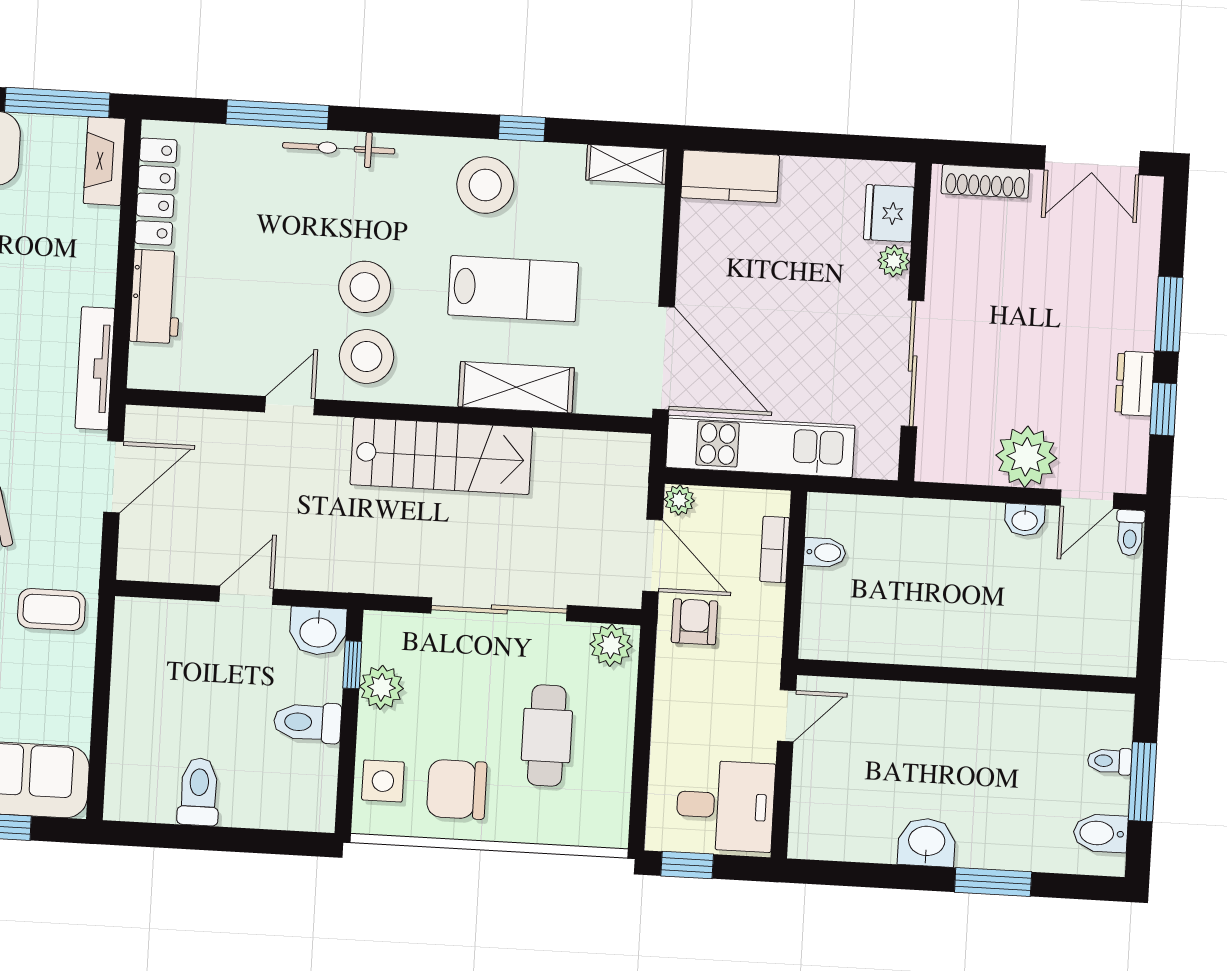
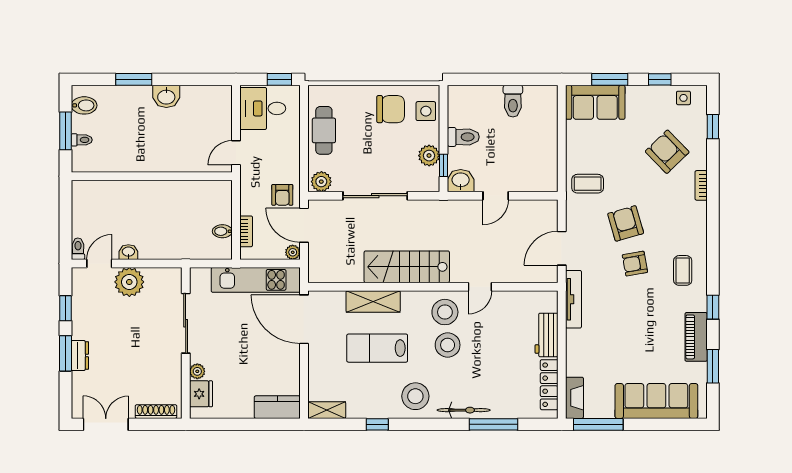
stool: (485, 185) -> (415, 396), moved
dresser: (1135, 384) -> (80, 355), moved
cafe table: (547, 736) -> (324, 130), moved

